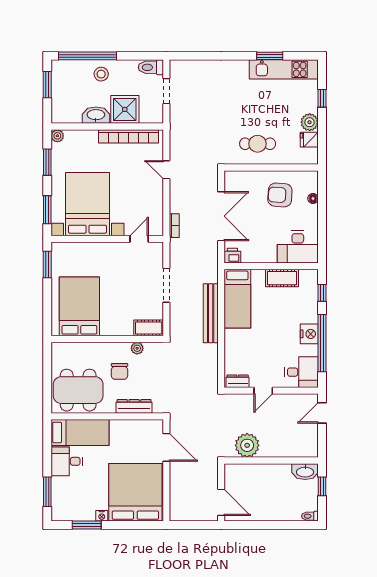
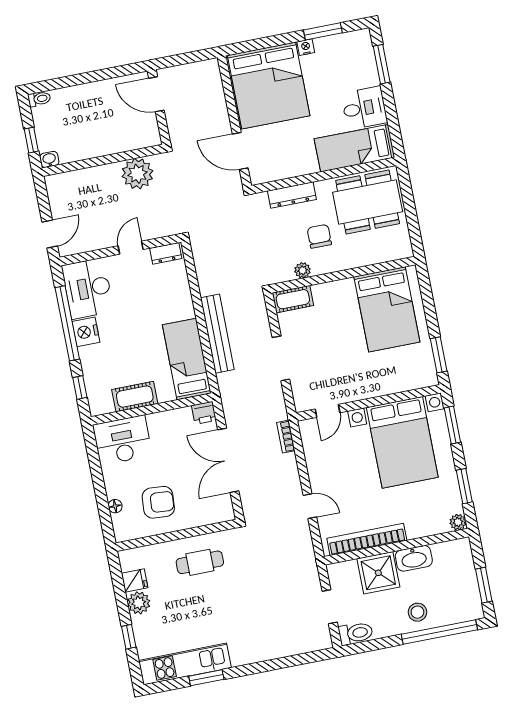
desk: (302, 372) -> (88, 288), width x1.37
washbasin: (305, 472) -> (49, 159), width x0.52, depth x0.69

